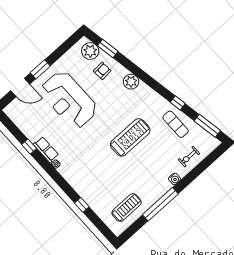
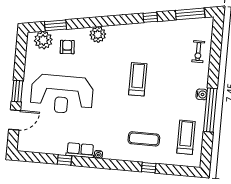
exercise mat: (176, 124) -> (144, 139), moved
treadmill: (130, 137) -> (138, 79), width x0.73, depth x0.73
water cooler: (174, 179) -> (202, 94), moved

